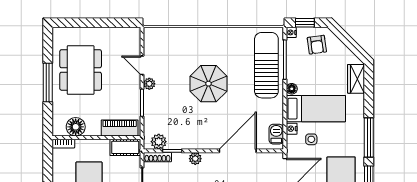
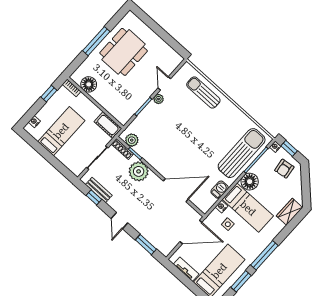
sun lounger: (184, 42) -> (203, 93), added
parasol: (208, 84) -> (195, 132), removed
floor lamp: (292, 89) -> (250, 182), width x1.89, depth x1.89
piano: (120, 128) -> (115, 110), removed
barbecue: (276, 134) -> (220, 190), moved
plant: (195, 159) -> (139, 171), width x1.87, depth x1.87
window: (48, 167) -> (49, 94), added

